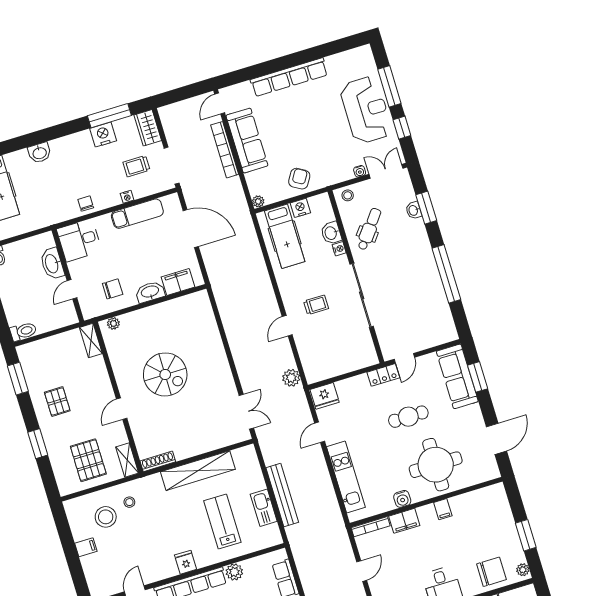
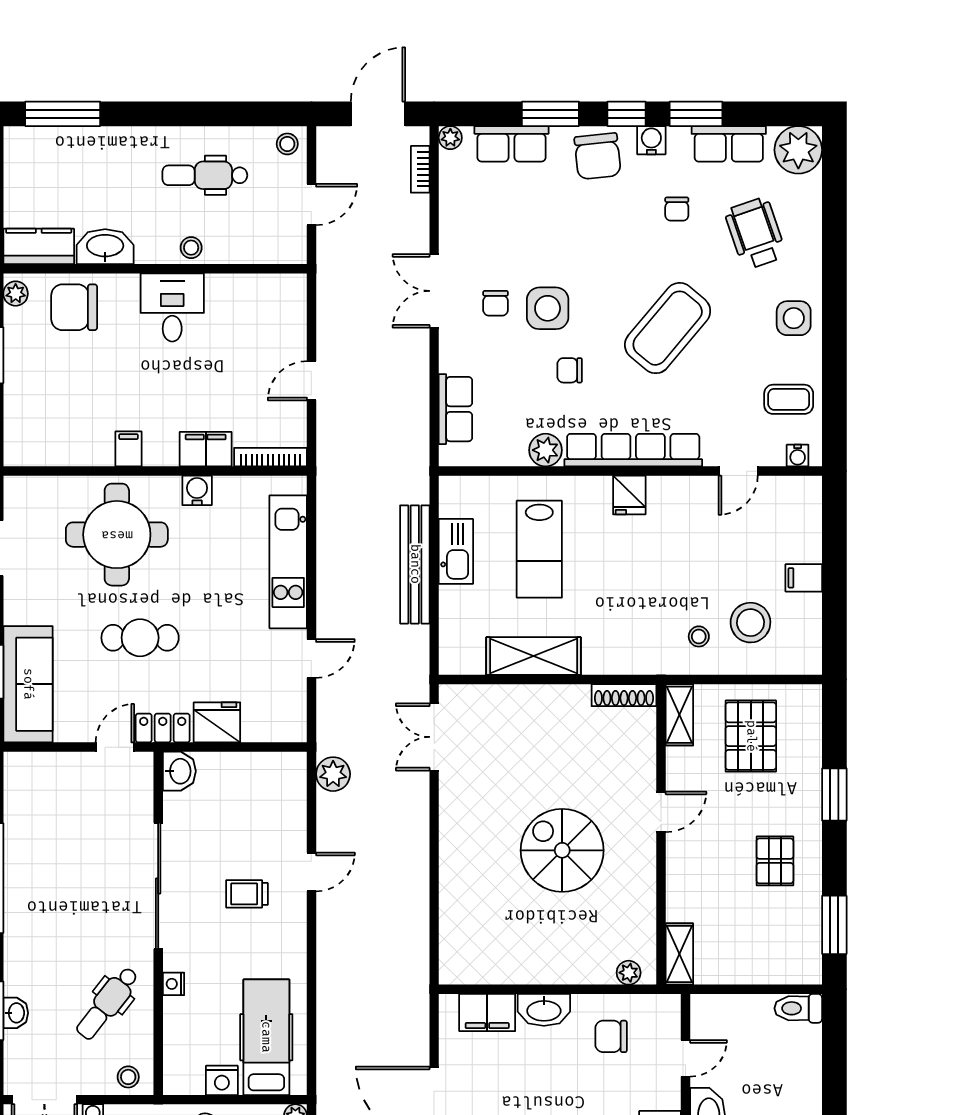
washbasin: (331, 233) -> (179, 771), moved
fridge: (325, 396) -> (217, 722), moved
shelving: (198, 471) -> (534, 656), width x0.68

